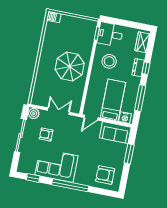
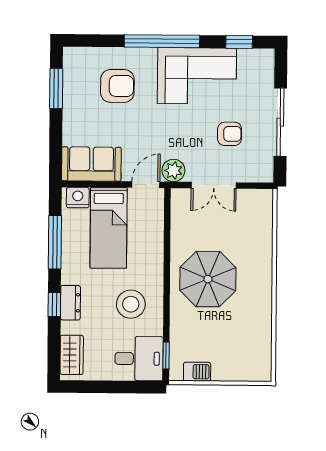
barbecue: (54, 17) -> (197, 372), moved
plant: (34, 113) -> (173, 170), moved
window: (129, 154) -> (56, 89), moved
armchair: (105, 175) -> (117, 86), moved

